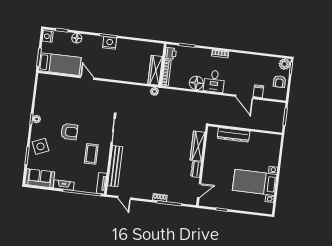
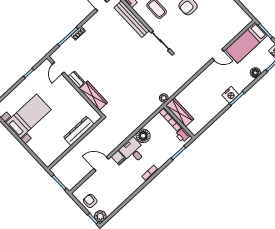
filing cabinet: (258, 91) -> (118, 158), moved

